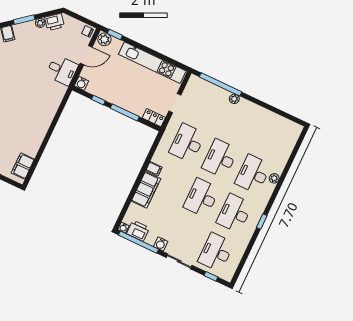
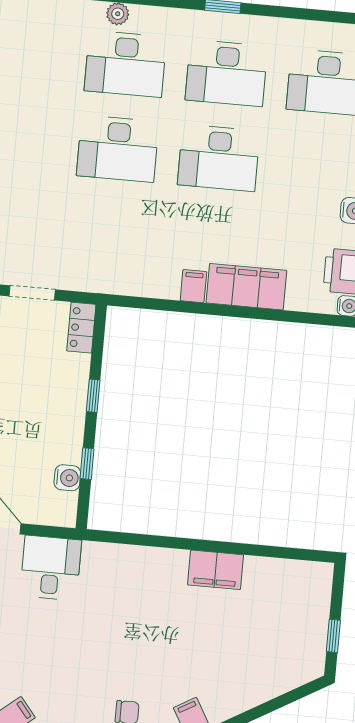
water cooler: (81, 83) -> (67, 478), moved
window: (125, 112) -> (93, 396), width x0.46
desk: (187, 143) -> (110, 234), removed
filing cabinet: (23, 166) -> (216, 570), moved

